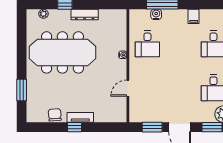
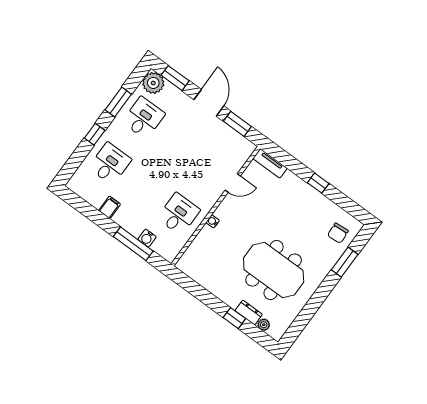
dresser: (85, 14) -> (249, 313), moved, width x0.70
meeting table: (62, 52) -> (274, 270), width x0.73
chair: (55, 115) -> (338, 233), moved
tv unit: (80, 117) -> (270, 163), moved

